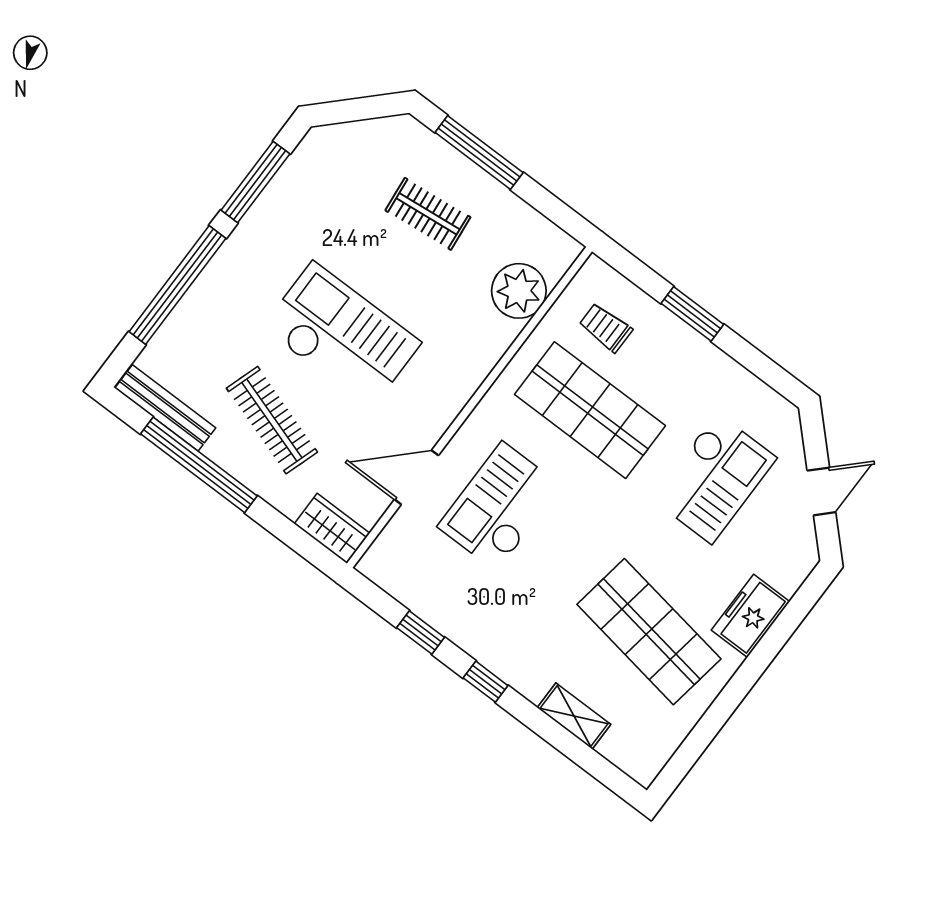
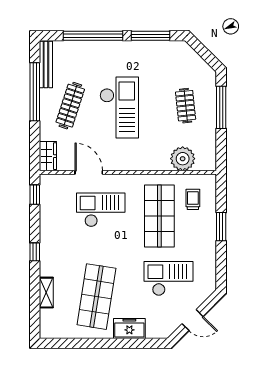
checkout: (714, 478) -> (168, 279), turned 180
window: (421, 633) -> (35, 195), moved

